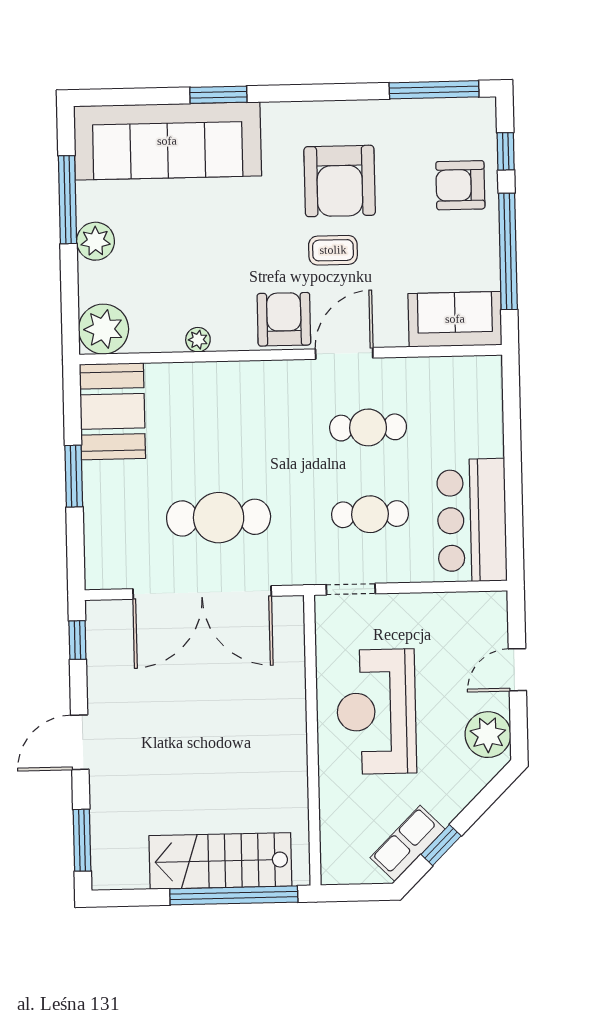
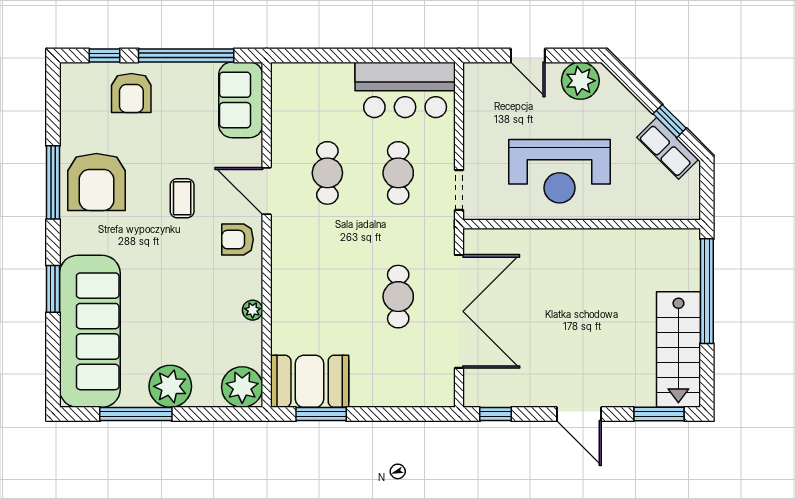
window: (434, 90) -> (53, 182), moved
armchair: (340, 181) -> (96, 182), moved, turned 90
plant: (95, 241) -> (170, 386), width x1.36, depth x1.36
armchair: (284, 319) -> (237, 240), width x0.72, depth x0.72
window: (74, 476) -> (321, 414), moved
cafe table: (219, 518) -> (398, 297), width x0.73, depth x0.74
stairs: (220, 861) -> (678, 350), moved

